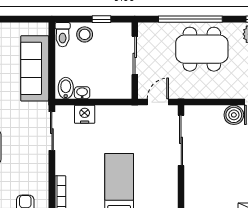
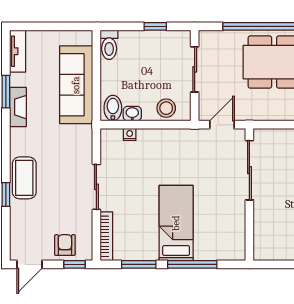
stool: (85, 34) -> (166, 108), moved
nightstand: (85, 114) -> (130, 134), width x0.53, depth x0.56
sliding door: (52, 131) -> (96, 187), moved

